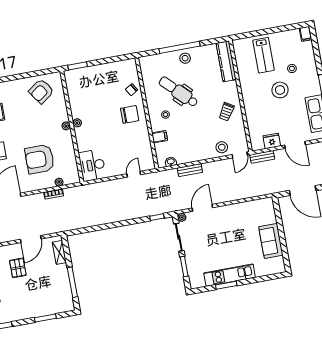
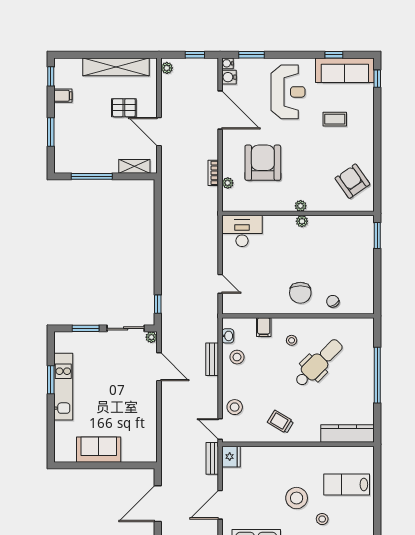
stool: (185, 58) -> (237, 357), moved
fridge: (272, 141) -> (231, 457), moved
filing cabinet: (17, 314) -> (63, 96), added

